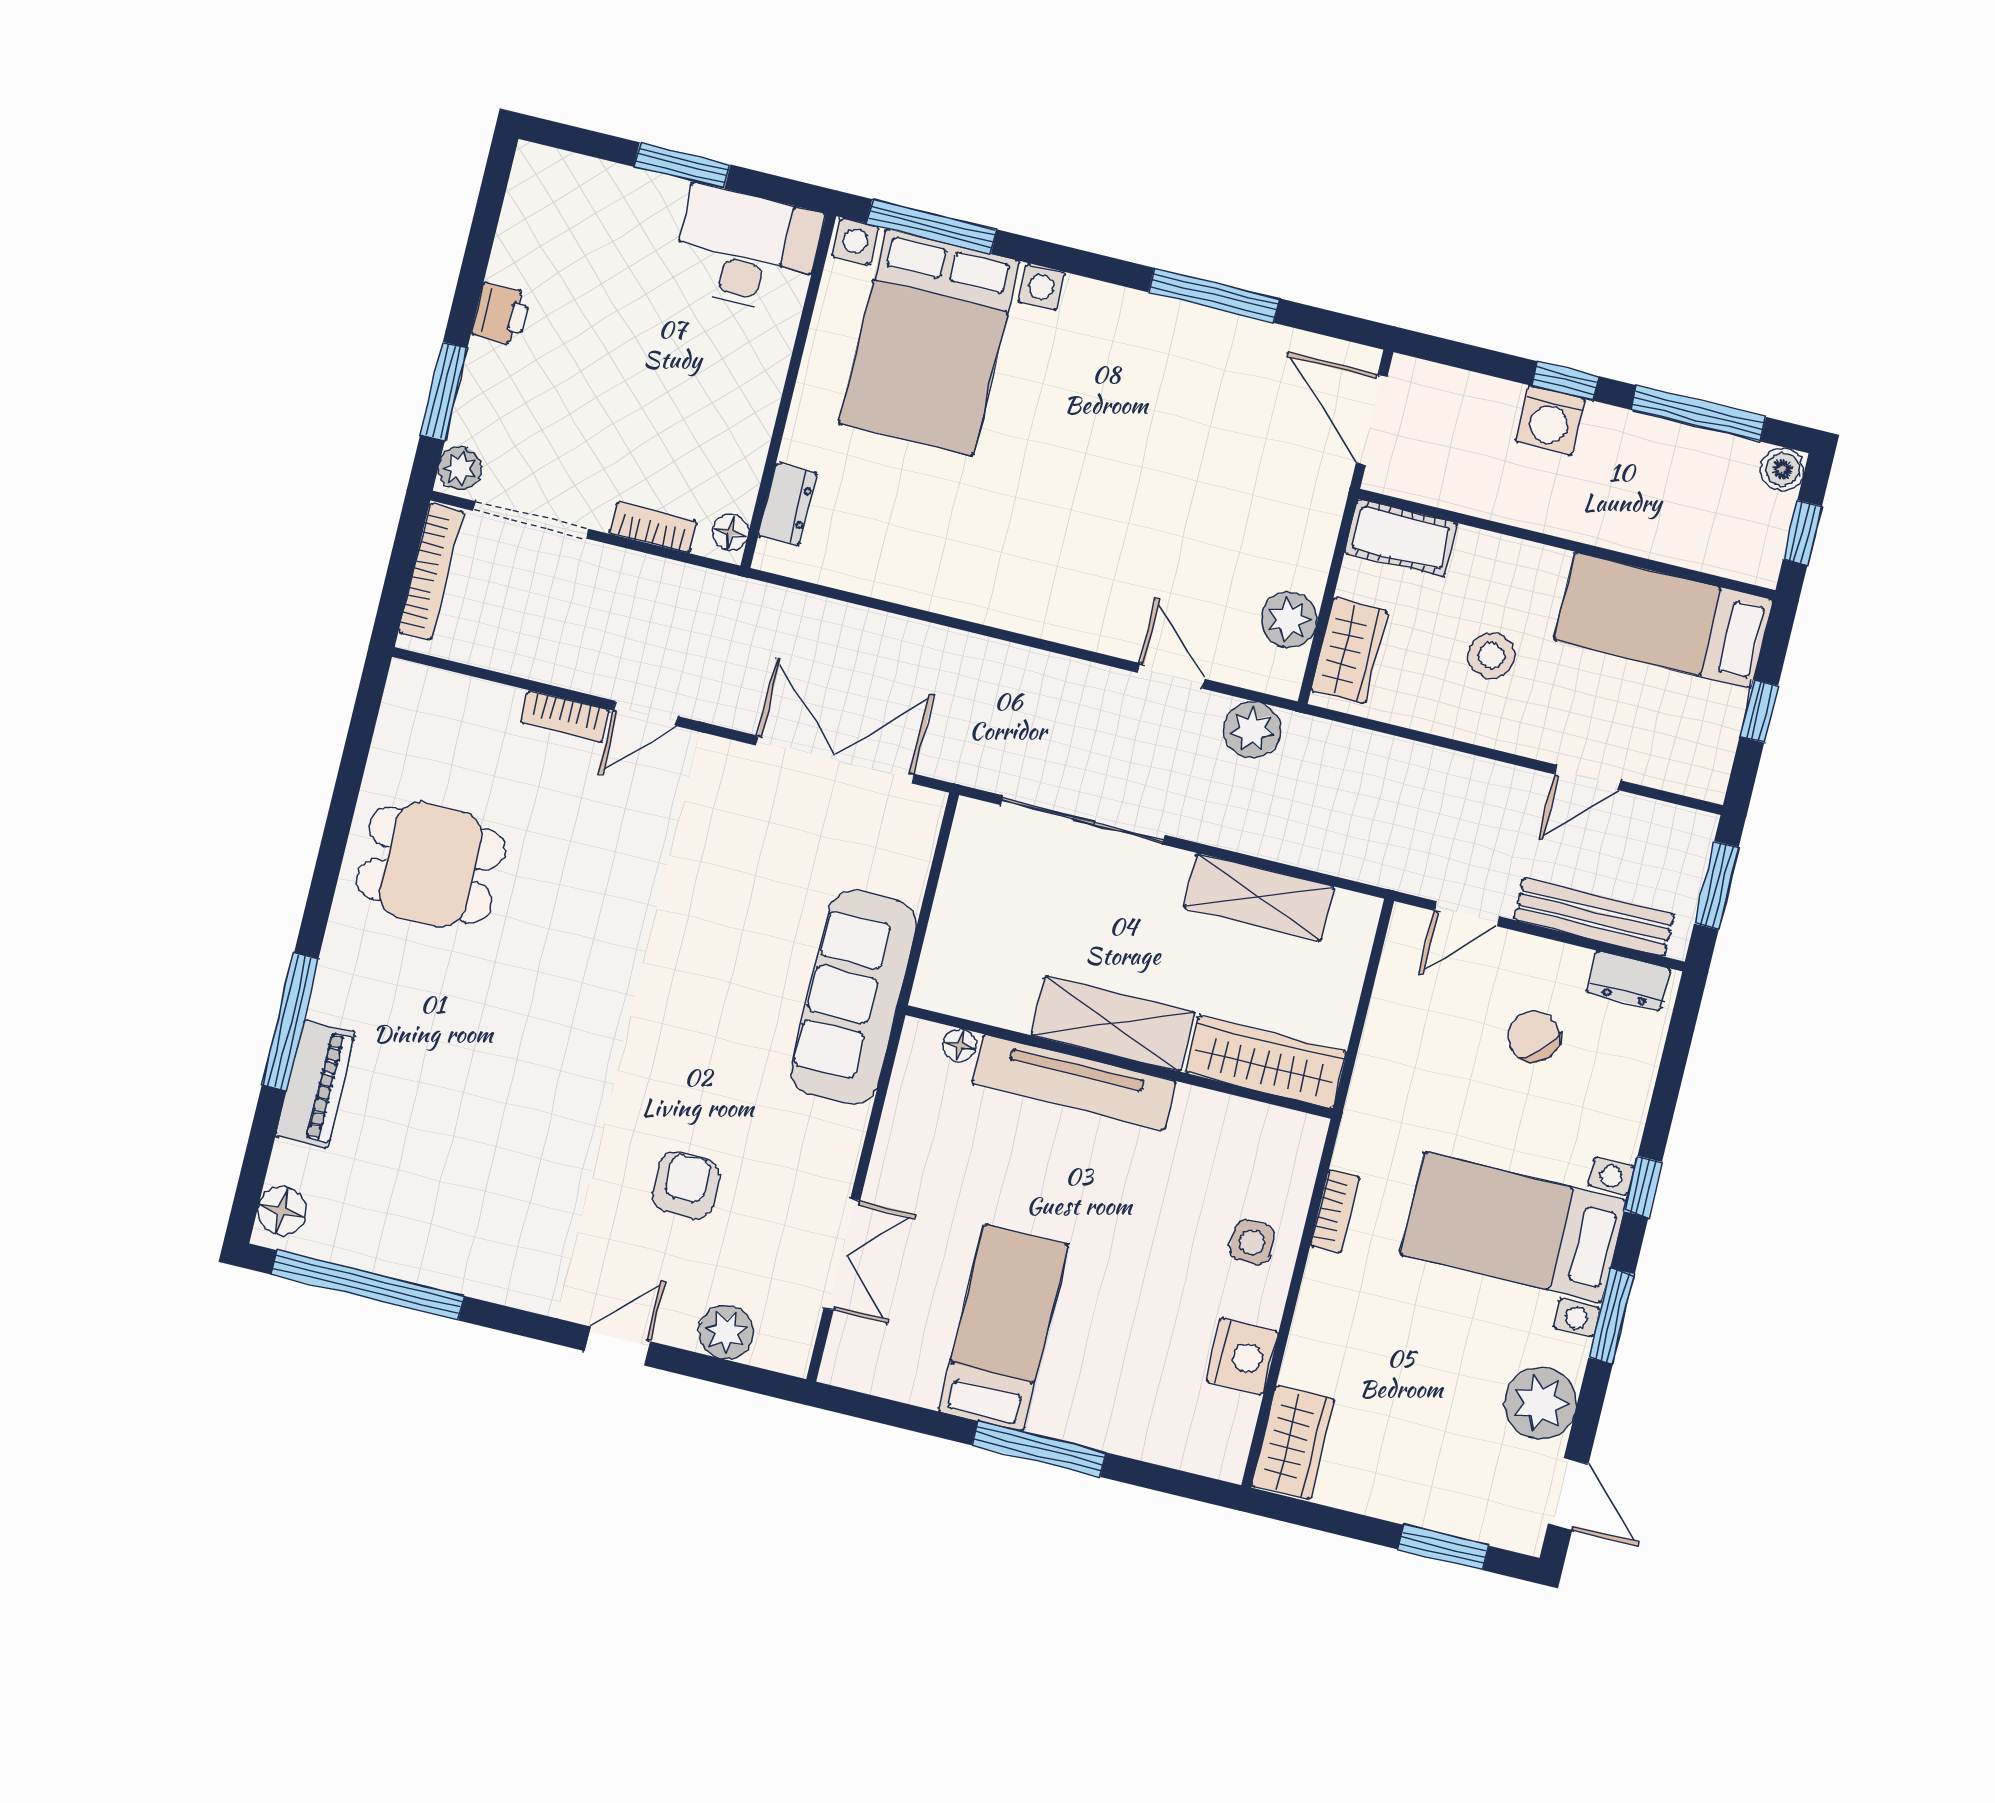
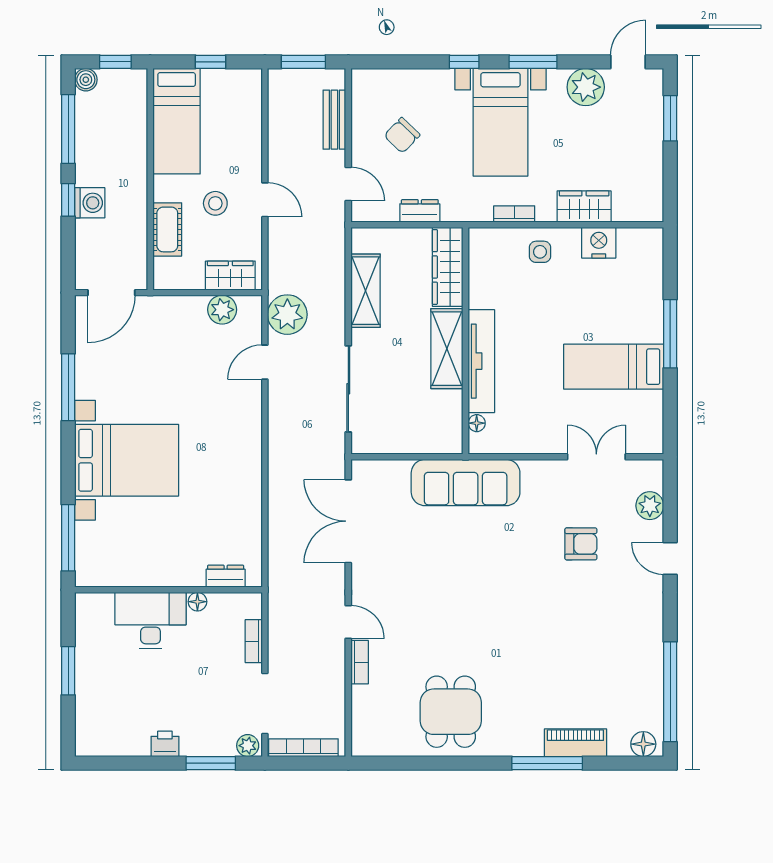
desk: (747, 250) -> (151, 620), moved, turned 90
bed with nightstands: (929, 342) -> (127, 460), moved
floor lamp: (730, 532) -> (197, 602), moved
cot: (1401, 538) -> (167, 229), moved
plant: (1252, 730) -> (287, 315), width x1.36, depth x1.36
door: (1587, 777) -> (265, 200), moved
bench: (1594, 917) -> (334, 120), width x0.73
dresser: (1628, 981) -> (420, 211), moved, turned -90
armchair: (686, 1185) -> (581, 544), turned 180
wardrobe: (1293, 1443) -> (584, 207), moved

